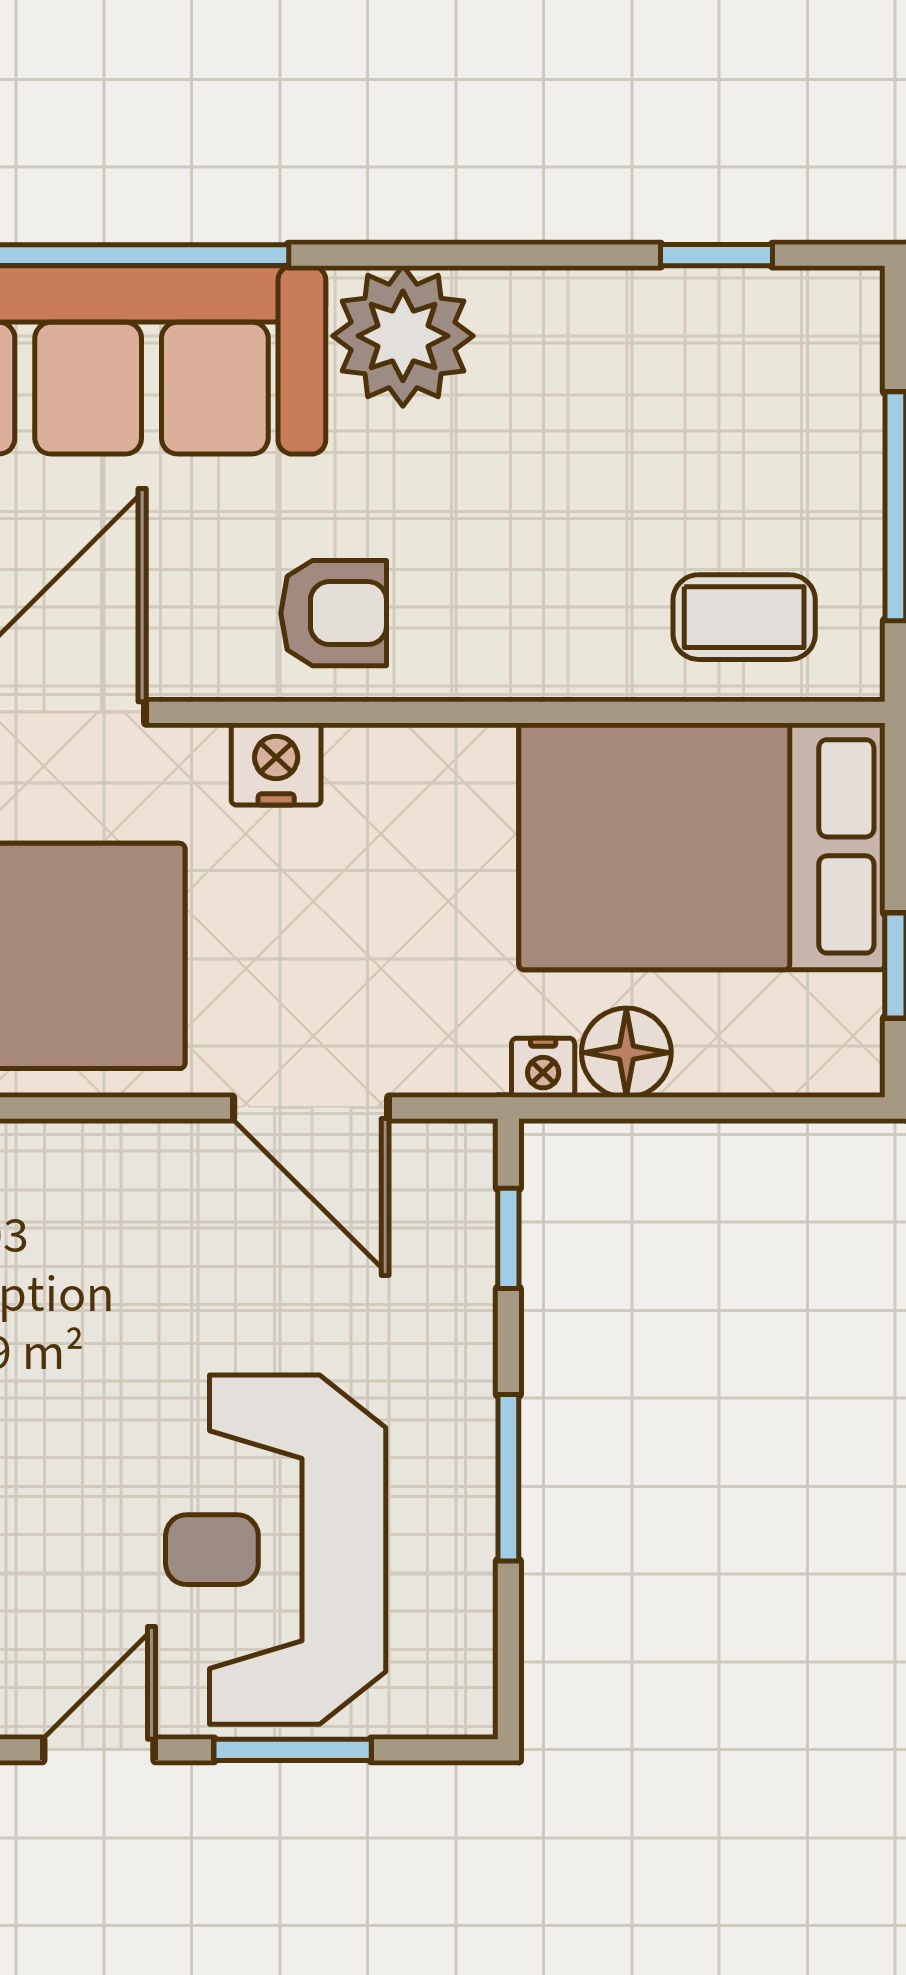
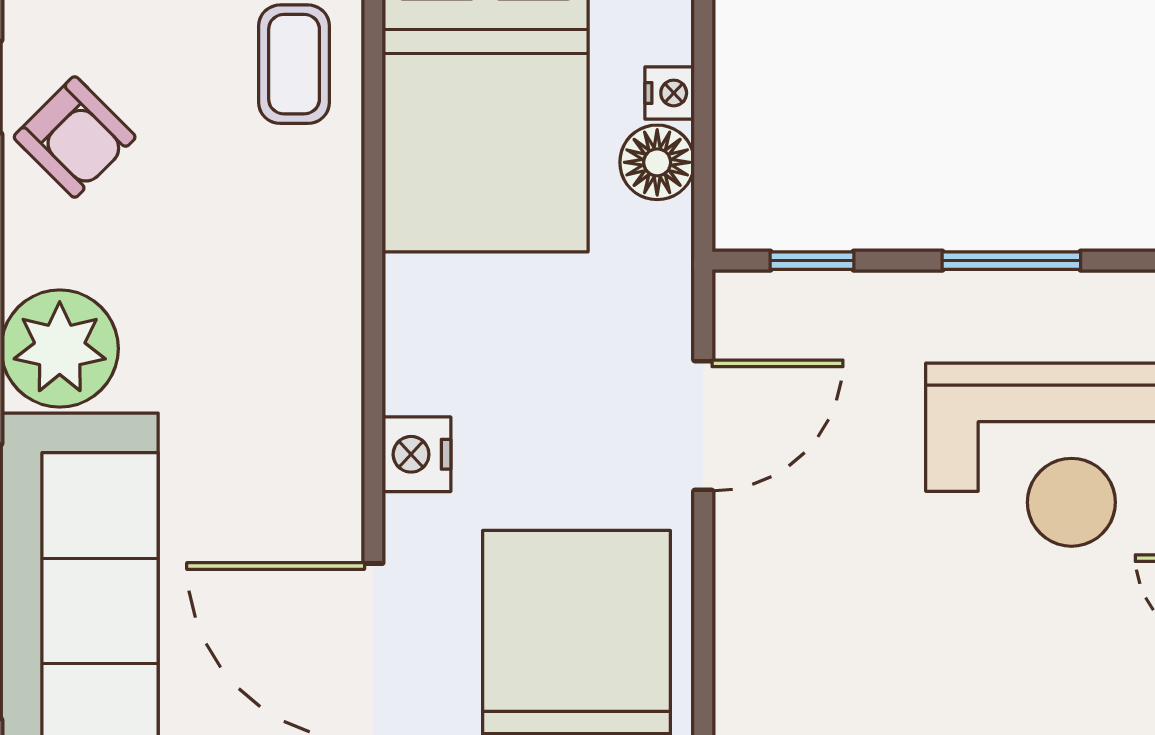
armchair: (334, 613) -> (75, 137), moved, turned 135
nightstand: (543, 1068) -> (670, 93), moved

